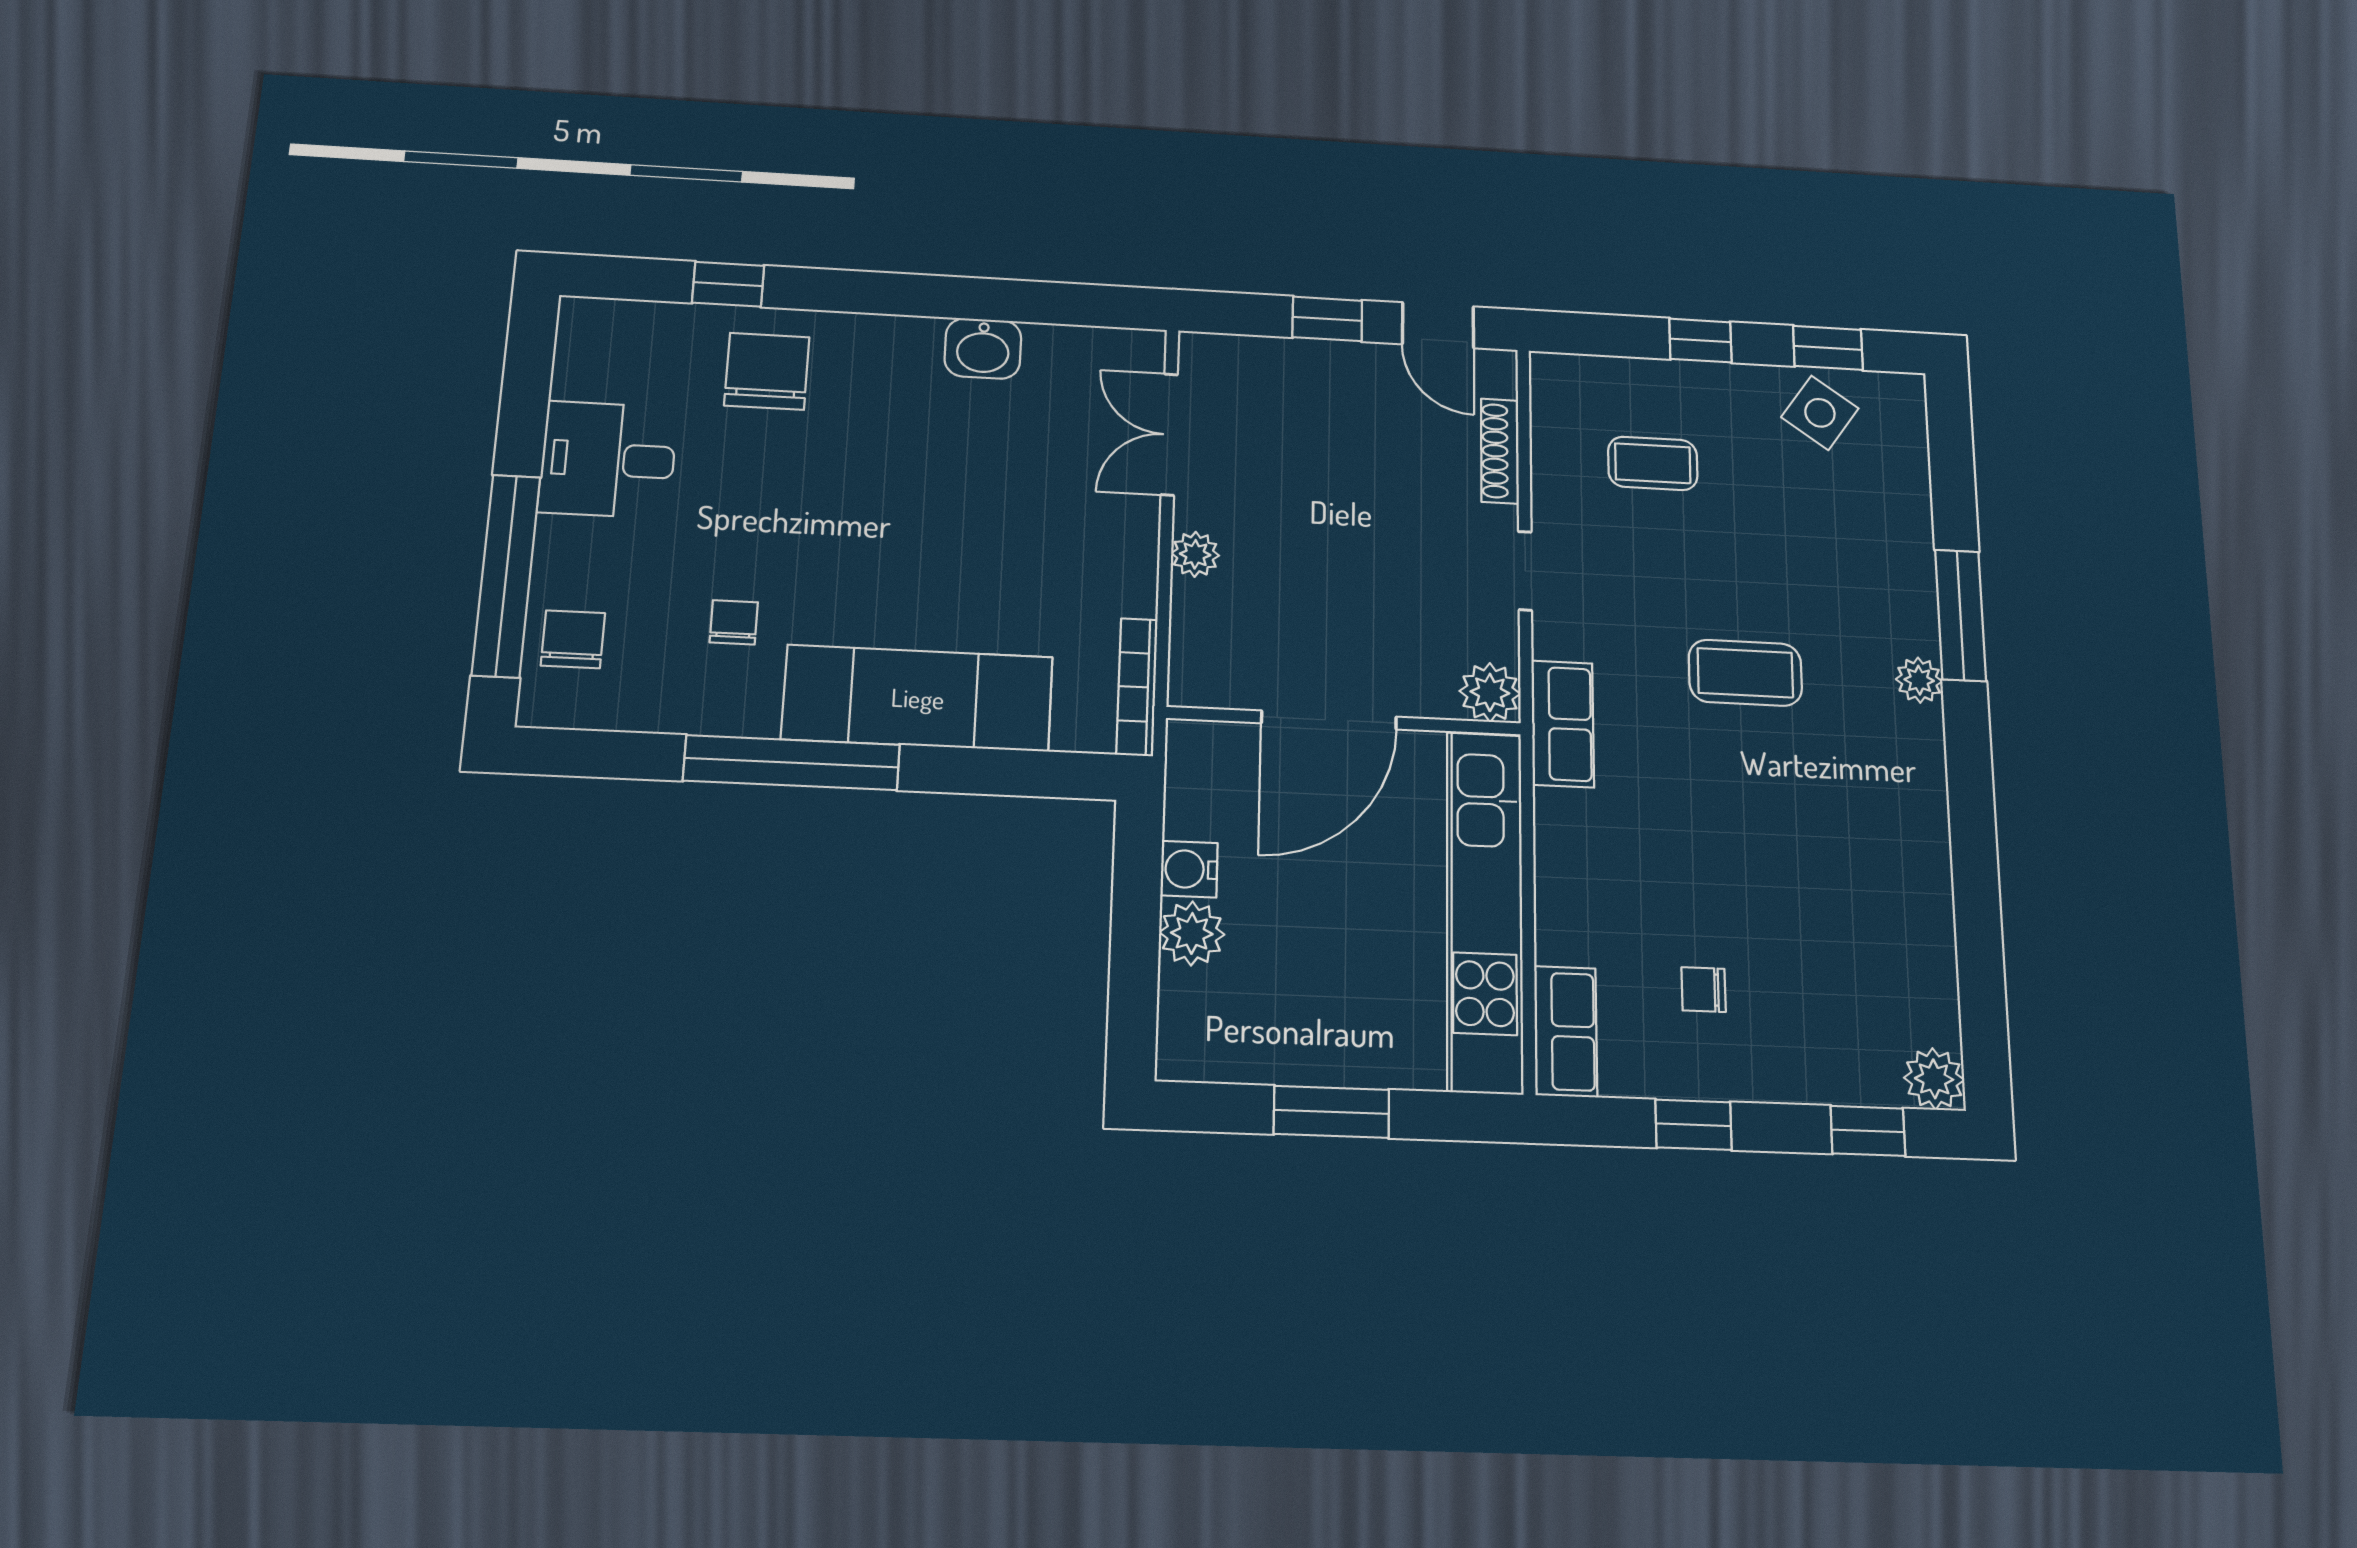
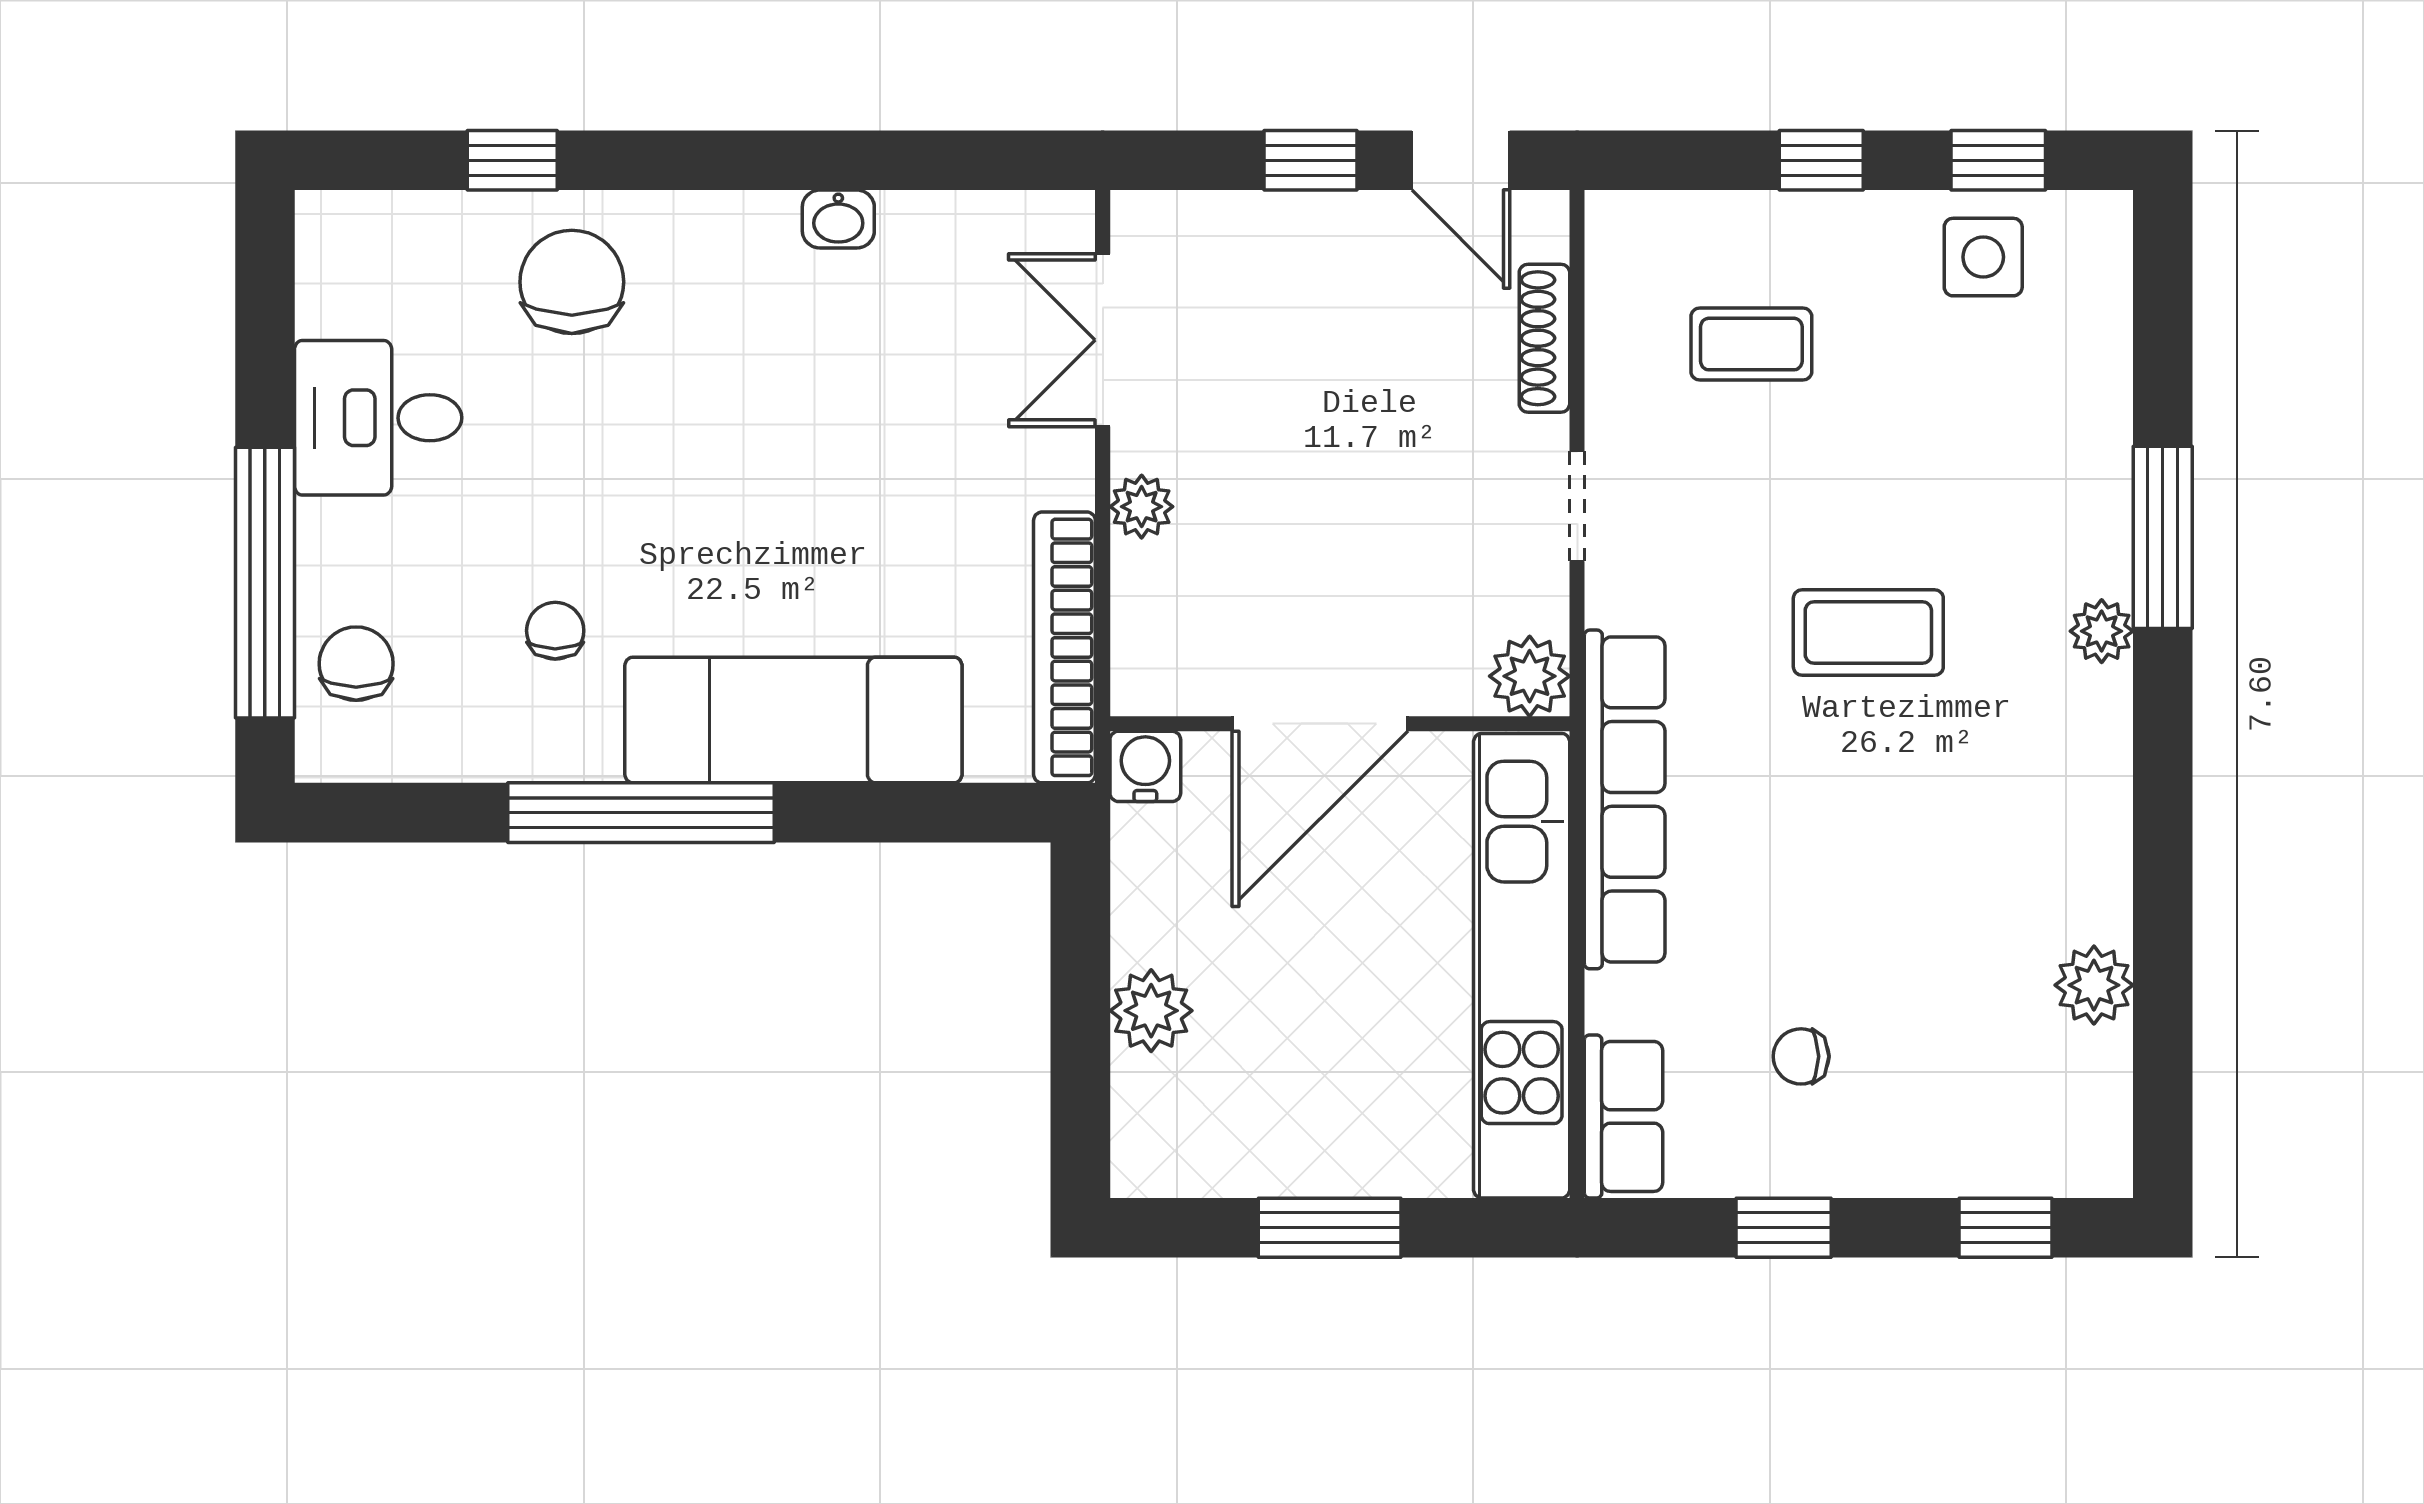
washbasin: (983, 348) -> (838, 219), width x0.72, depth x0.69
side table: (1820, 413) -> (1983, 257), turned -35
bookcase: (1137, 687) -> (1064, 647), width x1.48, depth x1.31
row of seats: (1563, 724) -> (1625, 799), width x2.02
water cooler: (1189, 869) -> (1145, 766), moved, turned 90
plant: (1934, 1079) -> (2094, 985), moved

